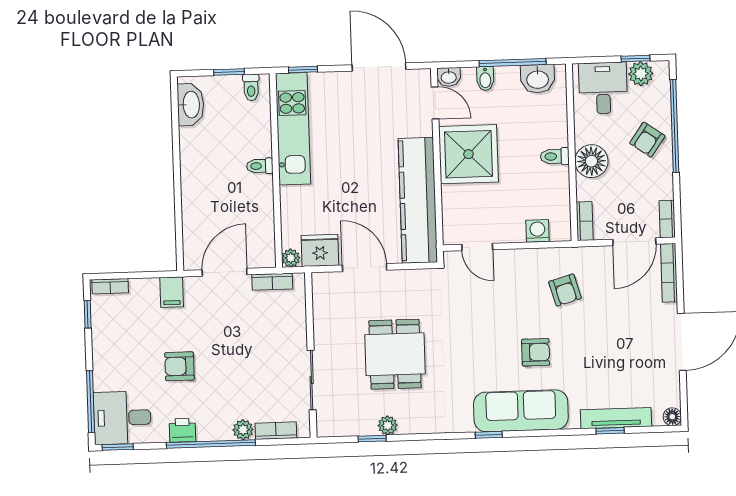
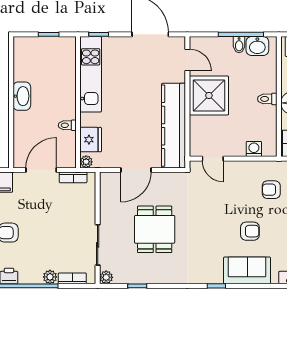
washbasin: (449, 77) -> (197, 43), removed
bidet: (485, 79) -> (239, 45), moved
toilet: (251, 87) -> (63, 45), removed
washbasin: (191, 105) -> (22, 96), moved
toilet: (260, 166) -> (67, 125), moved
fridge: (320, 250) -> (91, 140), moved, turned 90
door: (365, 268) -> (136, 170), swing flipped
armchair: (565, 290) -> (271, 190), turned 106
sofa: (521, 411) -> (247, 270), width x0.73
plant: (388, 425) -> (106, 277), moved

